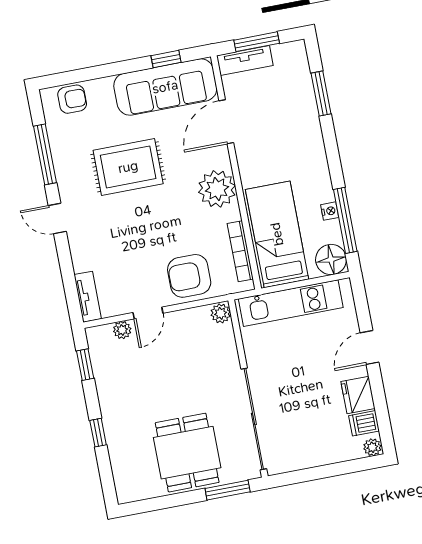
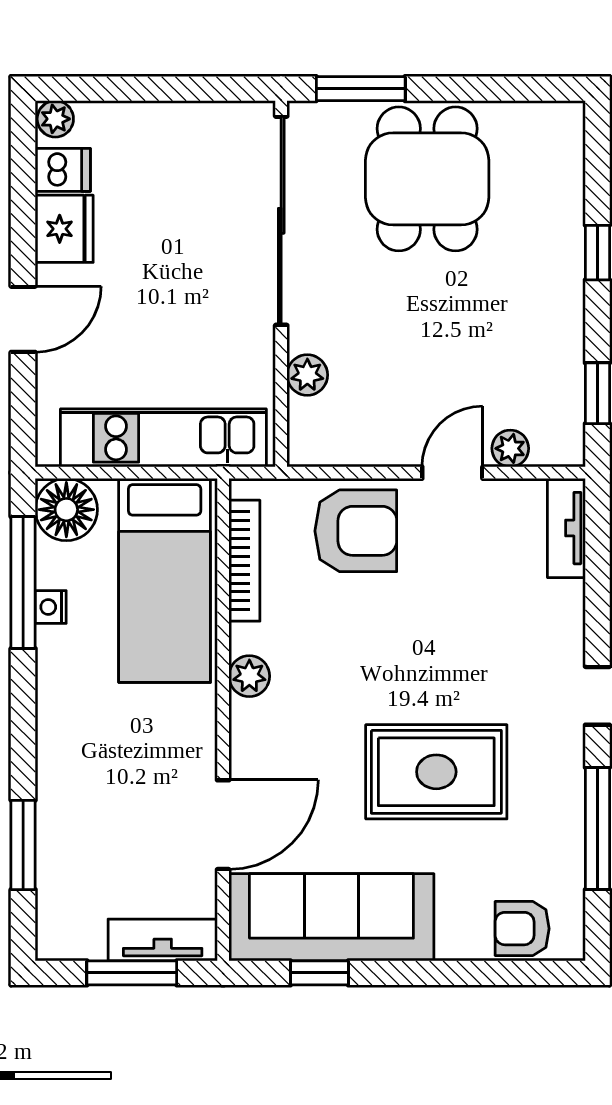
plant: (217, 189) -> (249, 676), width x0.53, depth x0.53
plant: (221, 313) -> (307, 375), moved

